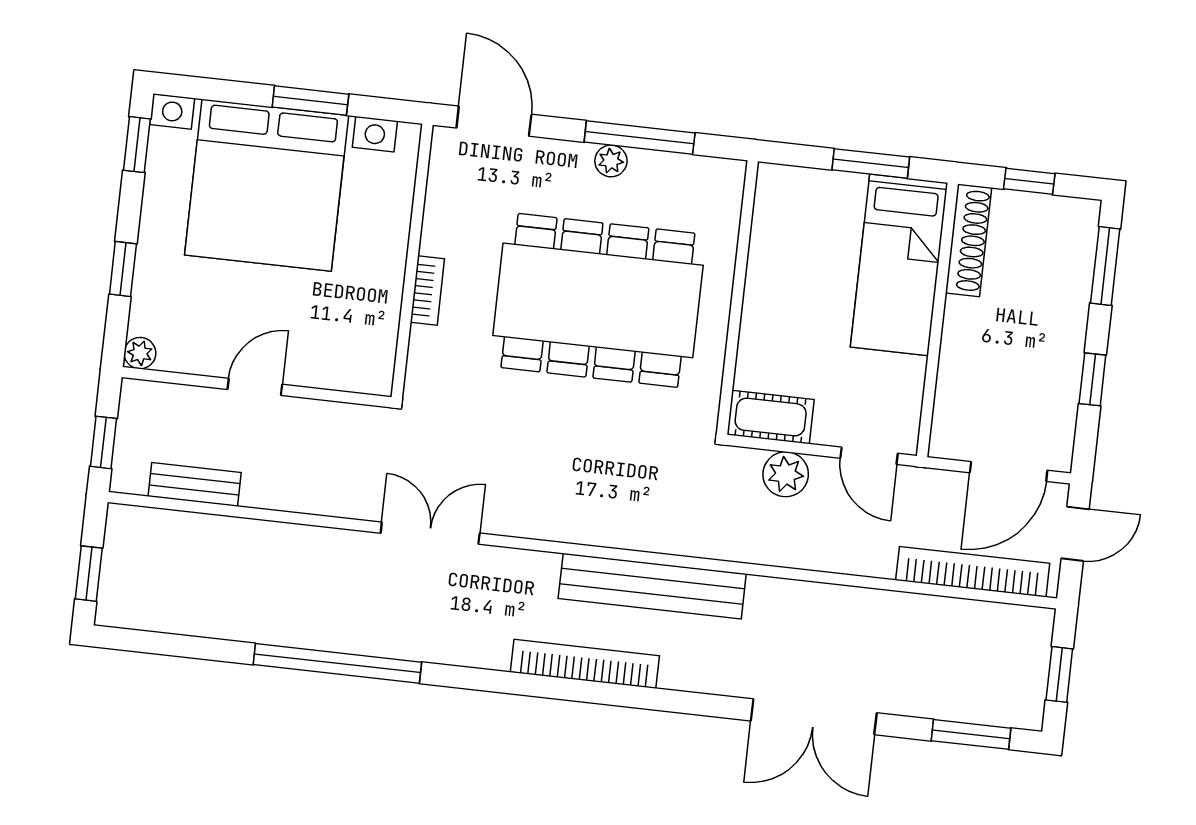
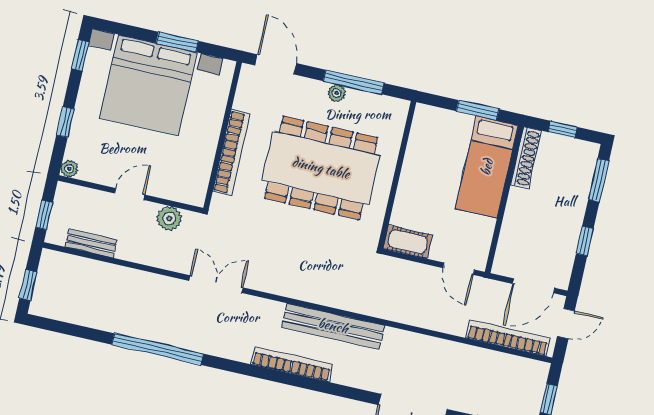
bookcase: (427, 290) -> (231, 153), width x2.31, depth x1.31
plant: (786, 474) -> (169, 218), moved

